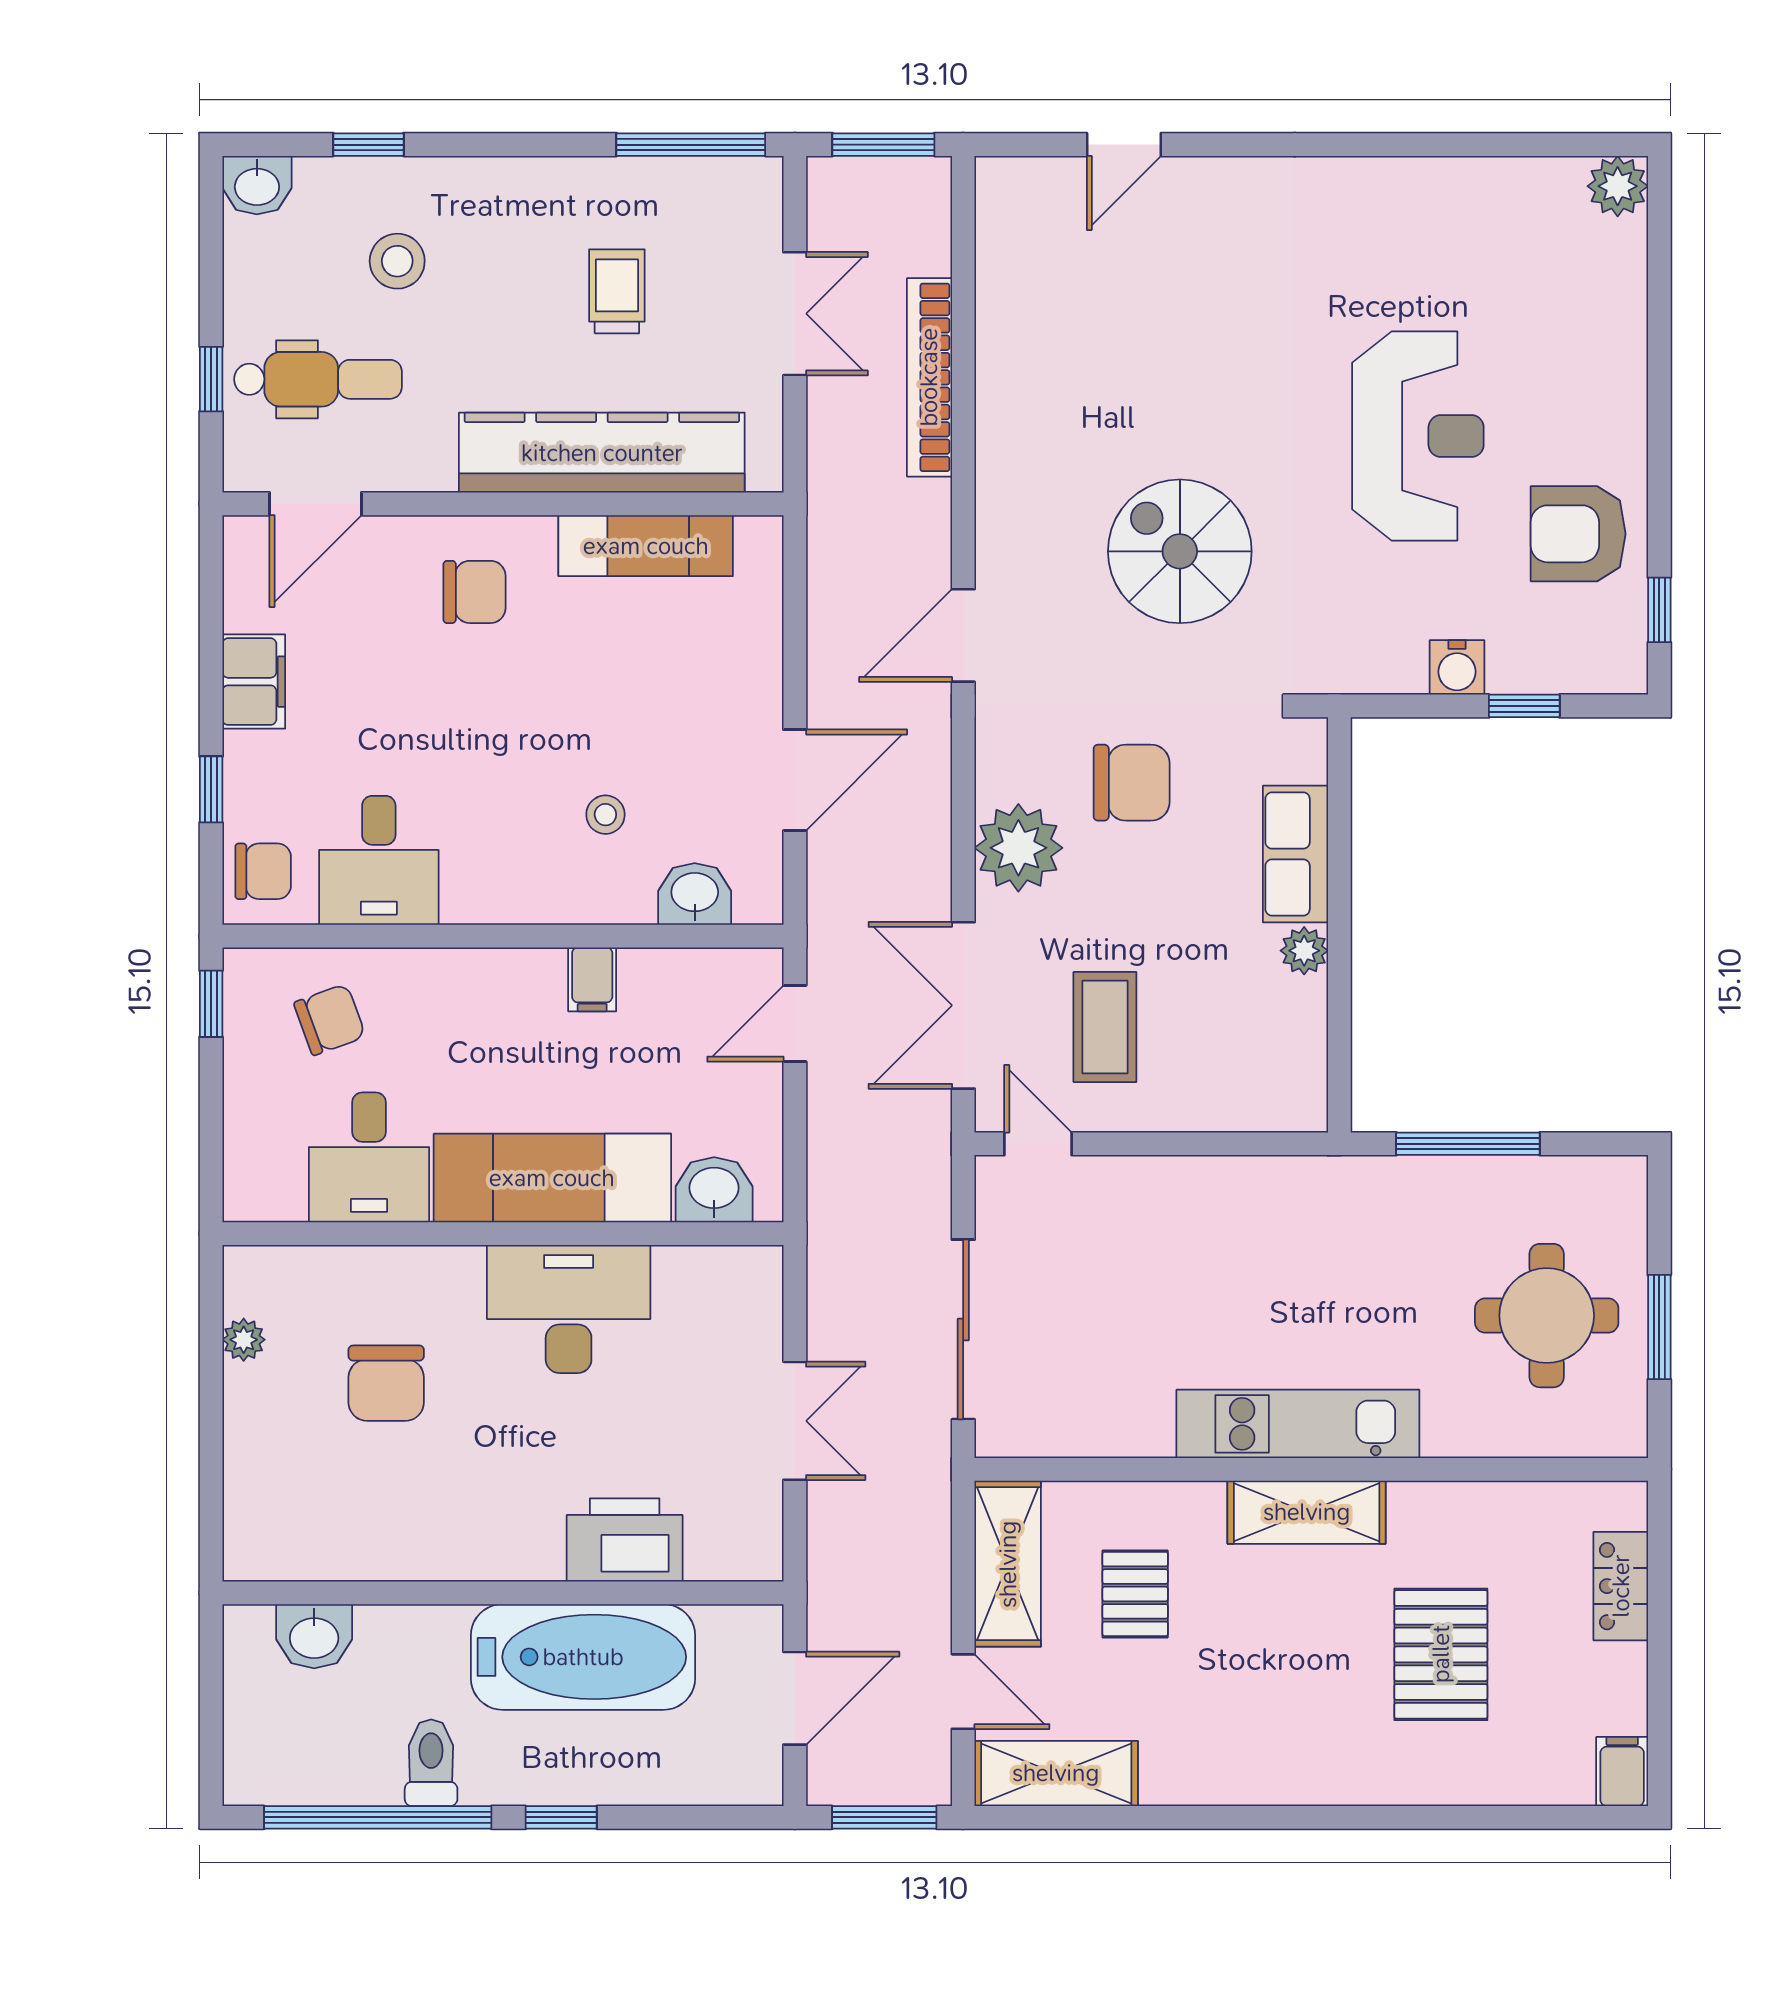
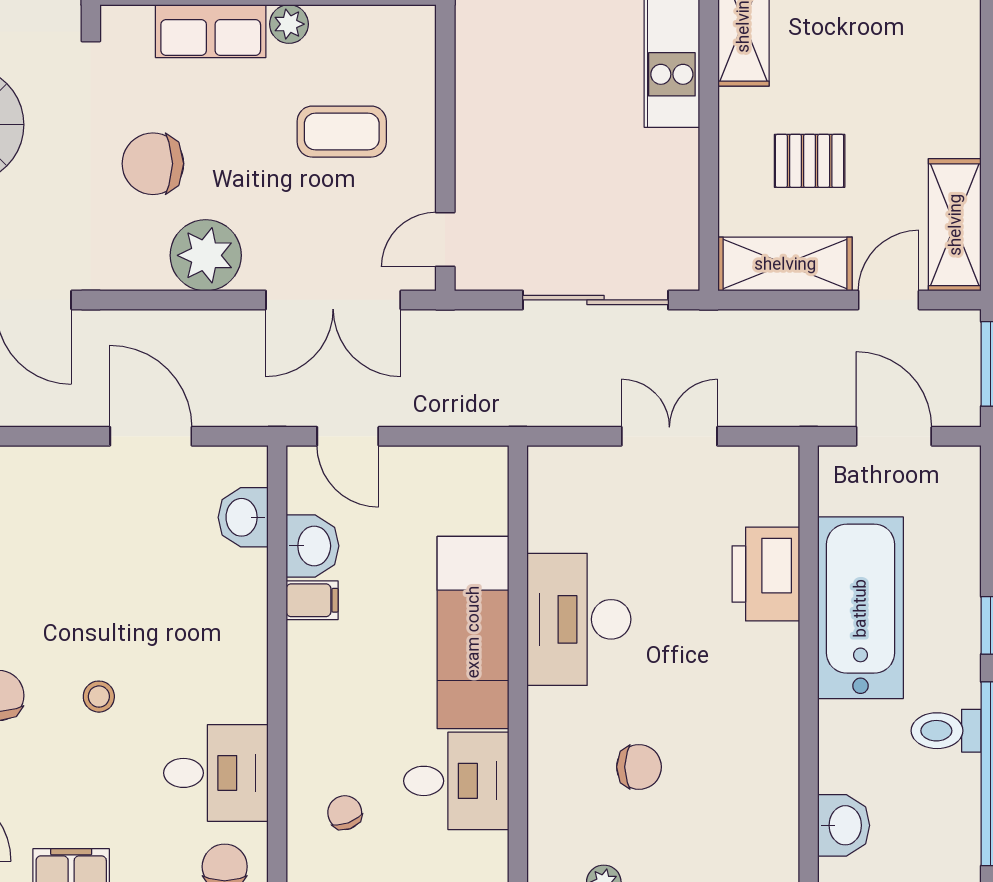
chair: (1132, 783) -> (153, 164), turned -90
stool: (605, 815) -> (99, 697), moved
chair: (330, 1020) -> (345, 813), width x0.73, depth x0.73
coffee table: (1105, 1027) -> (342, 132), moved
washbasin: (714, 1190) -> (313, 546), moved, turned 180
chair: (386, 1383) -> (639, 767), width x0.73, depth x0.73

